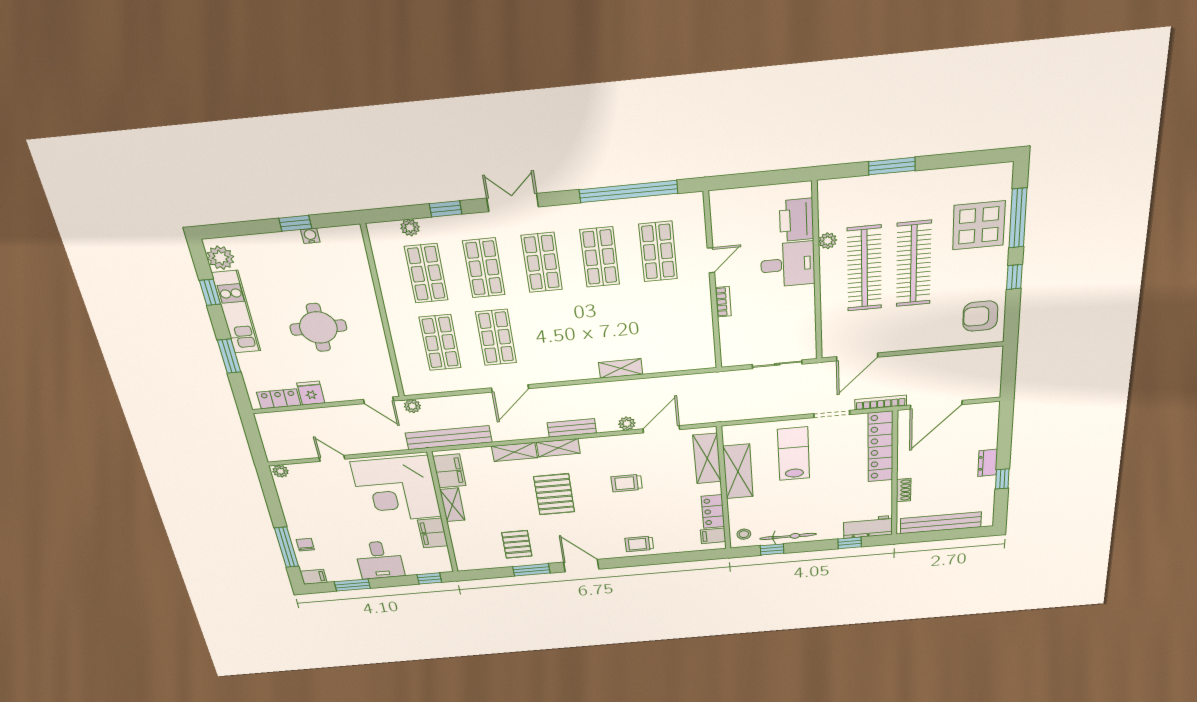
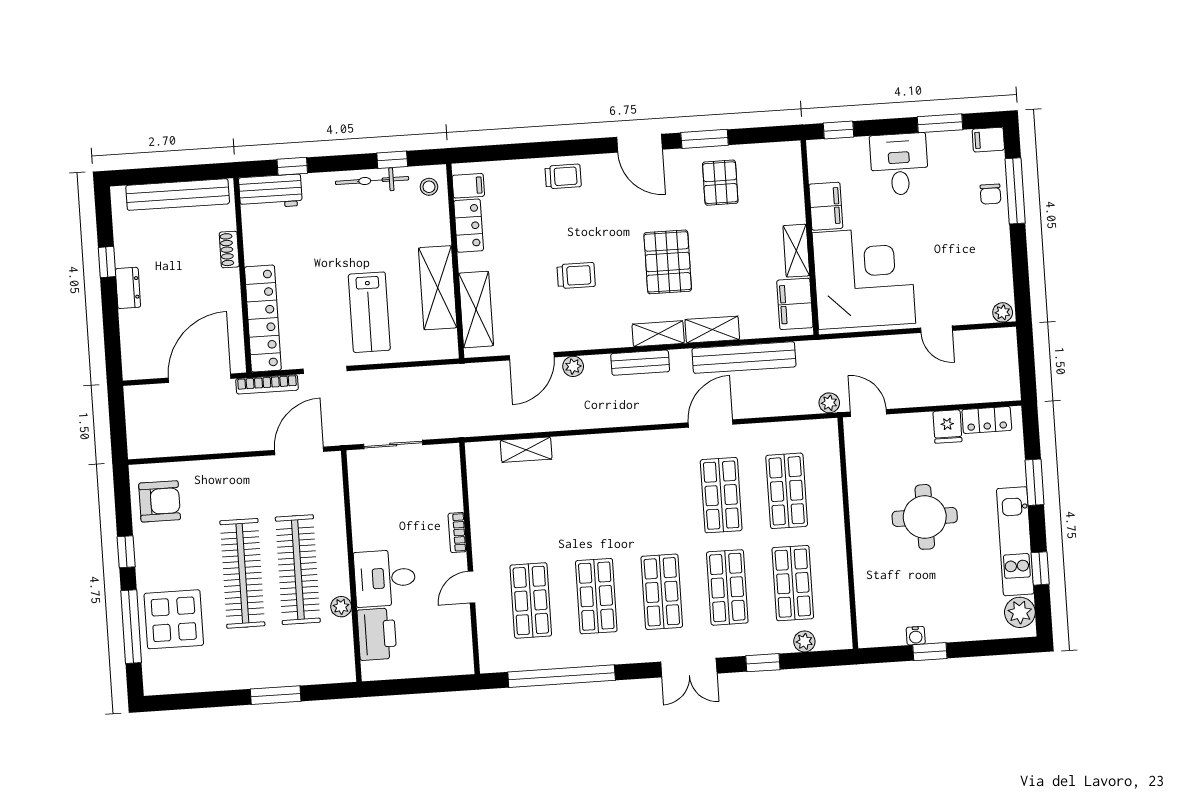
shelving: (621, 368) -> (526, 450), moved
bench: (449, 438) -> (744, 358), moved

